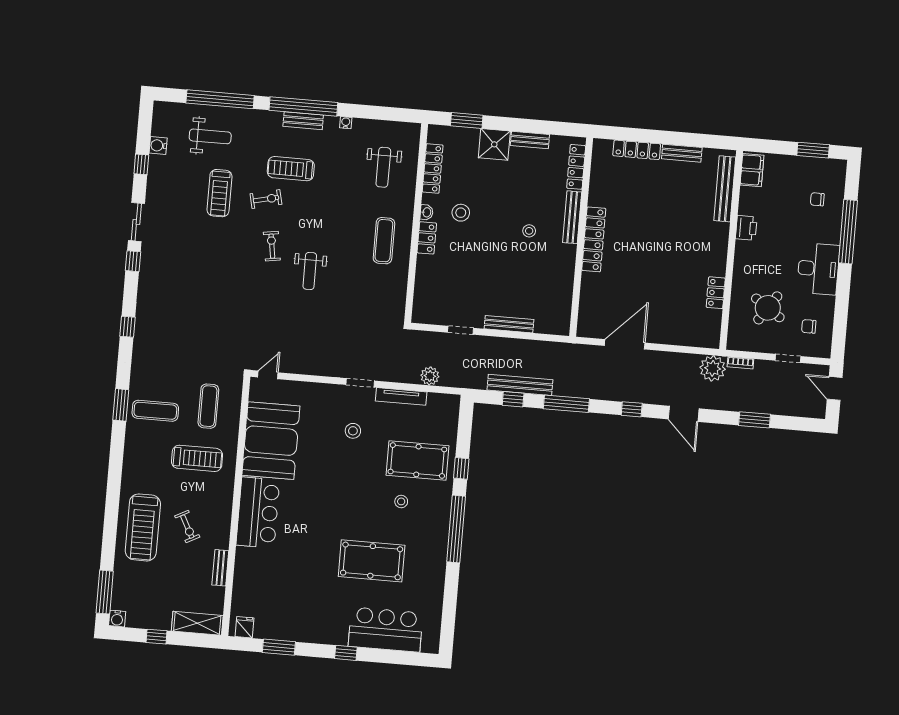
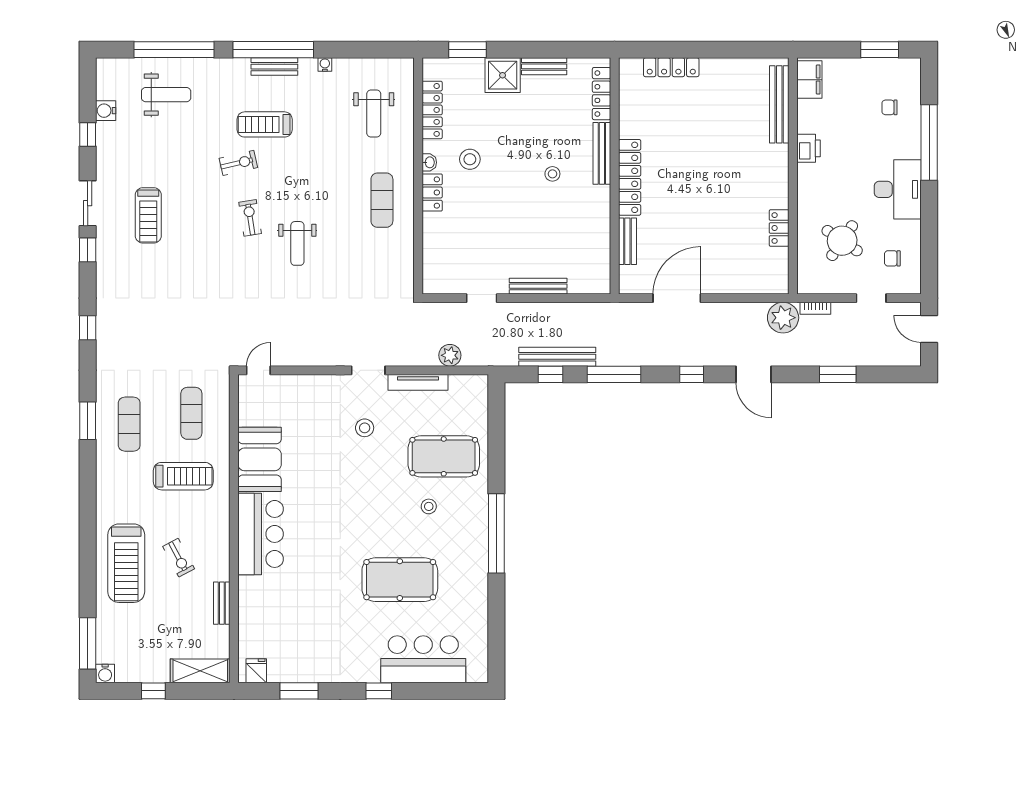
bench: (682, 153) -> (627, 241), moved, turned 90
treadmill: (219, 193) -> (148, 215), moved
exercise mat: (155, 411) -> (129, 424), turned 90
booth: (271, 441) -> (260, 459), width x0.73, depth x0.70
window: (461, 468) -> (496, 461), removed

